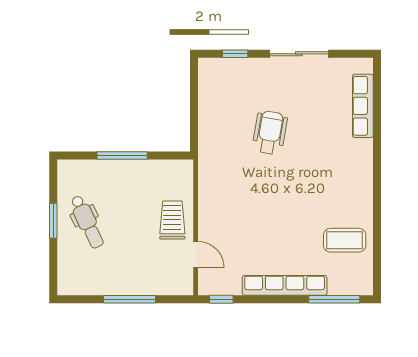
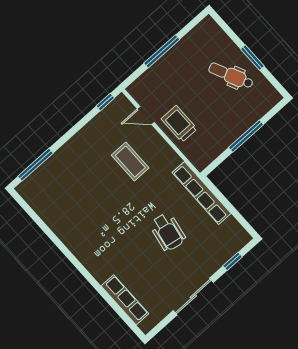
trolley: (172, 220) -> (179, 124), turned 180
coffee table: (345, 240) -> (130, 161), moved, turned 90
row of seats: (285, 285) -> (202, 193), moved, turned 90

